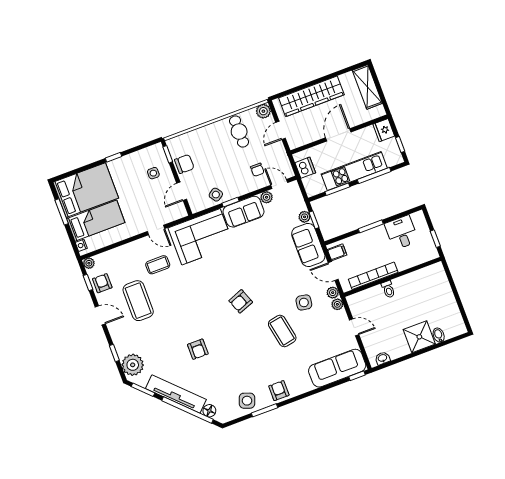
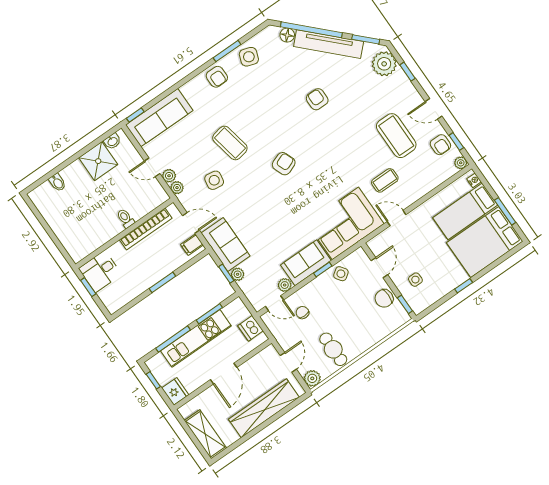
desk: (402, 232) -> (100, 272), moved, turned 90
plant: (333, 293) -> (169, 176), moved
shower: (419, 337) -> (98, 161), moved

